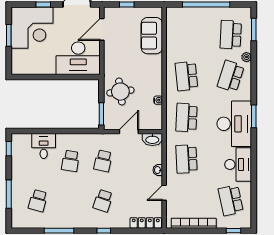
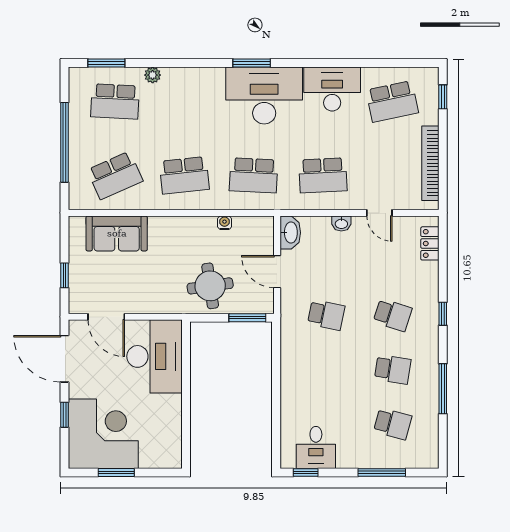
school desk: (231, 76) -> (115, 175), moved, turned -42
desk: (44, 146) -> (316, 447), moved, turned -90
school desk: (70, 161) -> (393, 369), moved
locker: (146, 223) -> (430, 243), width x0.66

